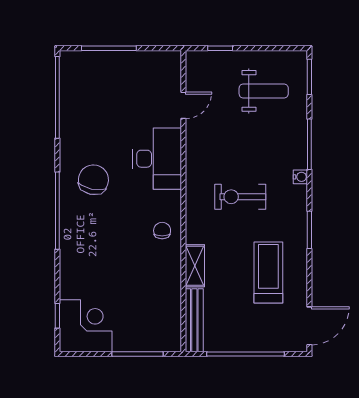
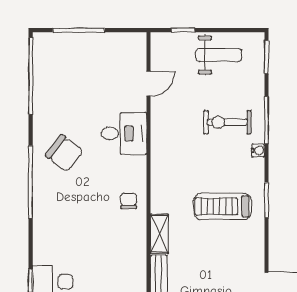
weight bench: (264, 91) -> (219, 55), moved
desk: (157, 159) -> (124, 133), width x0.73
chair: (93, 180) -> (64, 153), turned 116
exercise bike: (240, 197) -> (227, 122), moved
treadmill: (268, 272) -> (223, 206), moved, turned -90

